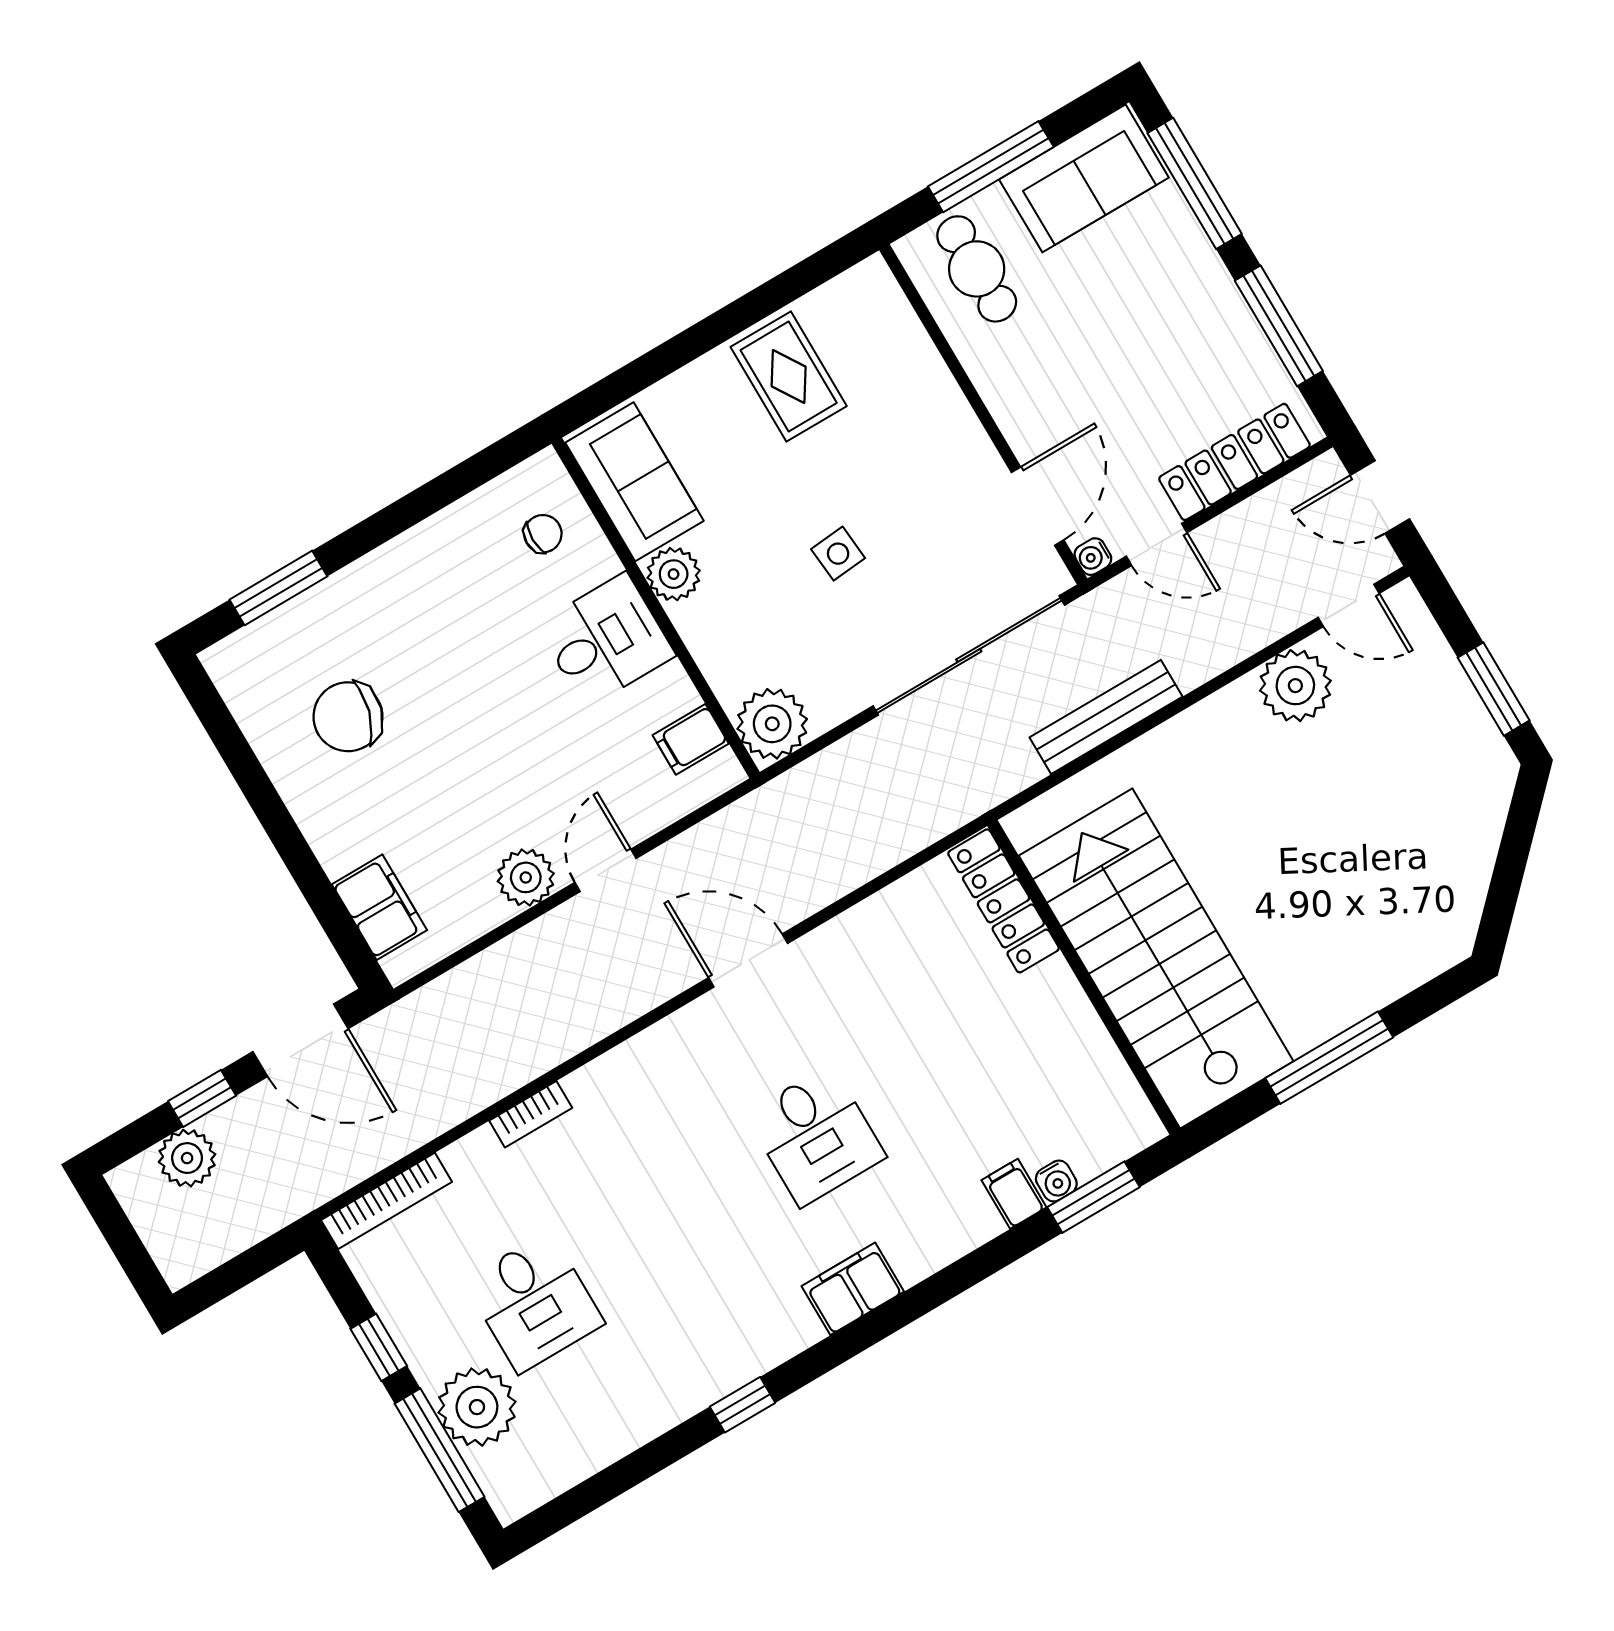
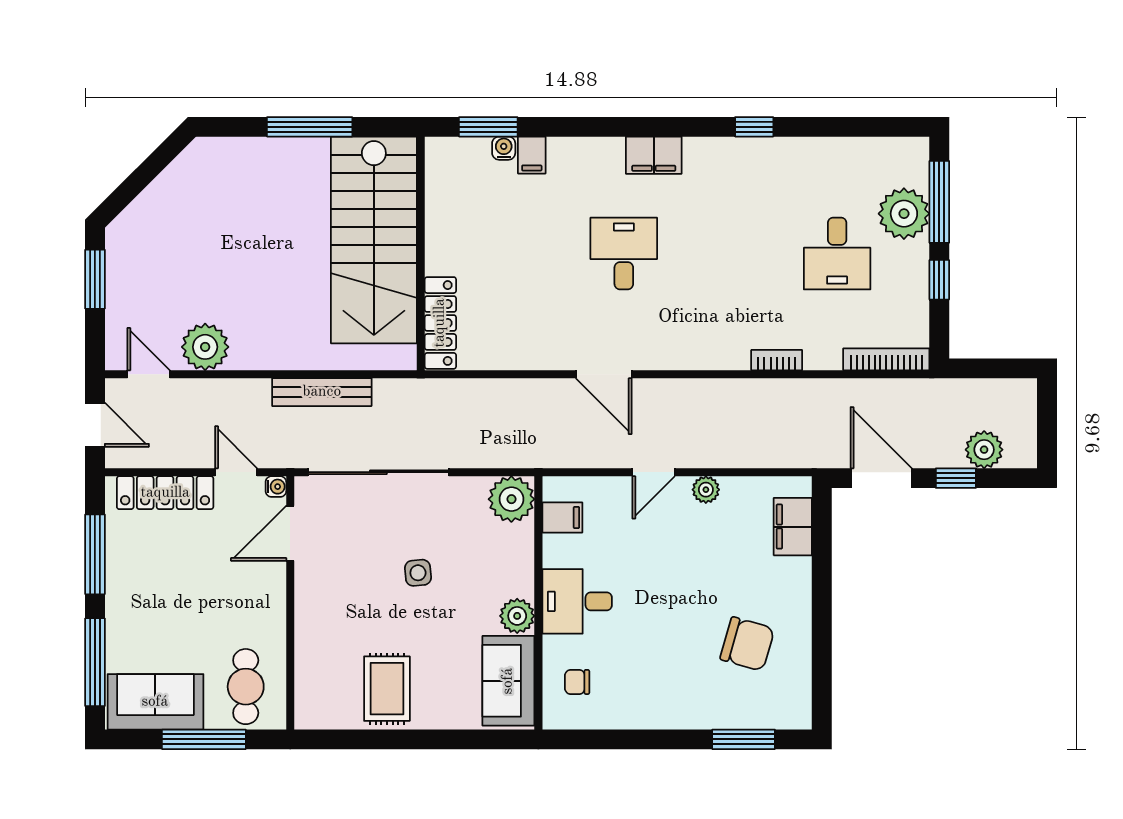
plant: (526, 877) -> (706, 490), width x0.73, depth x0.73
desk: (534, 1302) -> (837, 253), turned 180

